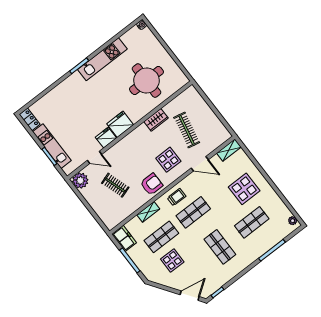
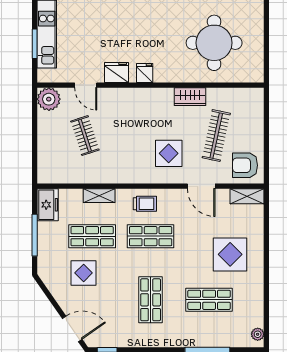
fridge: (120, 124) -> (145, 73), width x0.53, depth x0.75
armchair: (152, 184) -> (245, 165), moved, turned 180

